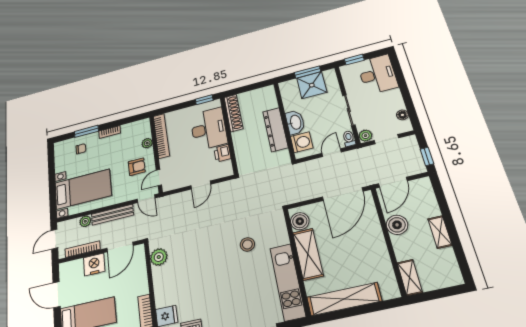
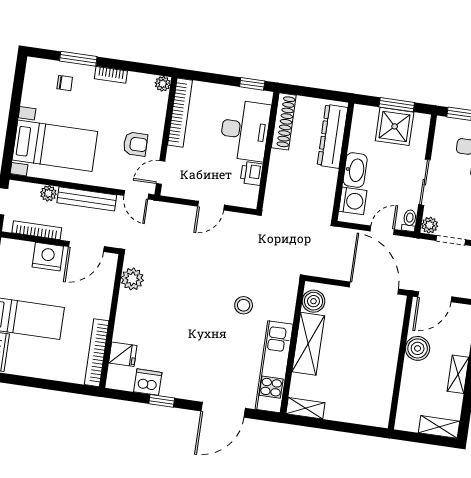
dresser: (275, 130) -> (332, 136), moved
plant: (147, 143) -> (163, 84), moved
door: (343, 194) -> (374, 288), swing flipped
shelving: (410, 277) -> (439, 427), moved, turned 90
shelving: (344, 299) -> (305, 408), width x0.45, depth x0.75

